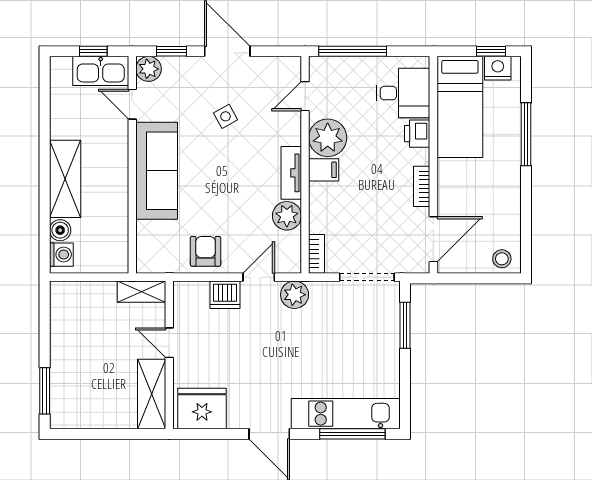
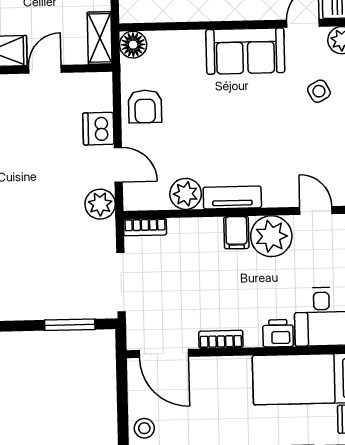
side table: (226, 116) -> (319, 91), moved
sofa: (157, 171) -> (245, 51), width x0.73
armchair: (206, 251) -> (145, 106), turned 90
floor lamp: (148, 261) -> (133, 45), added

